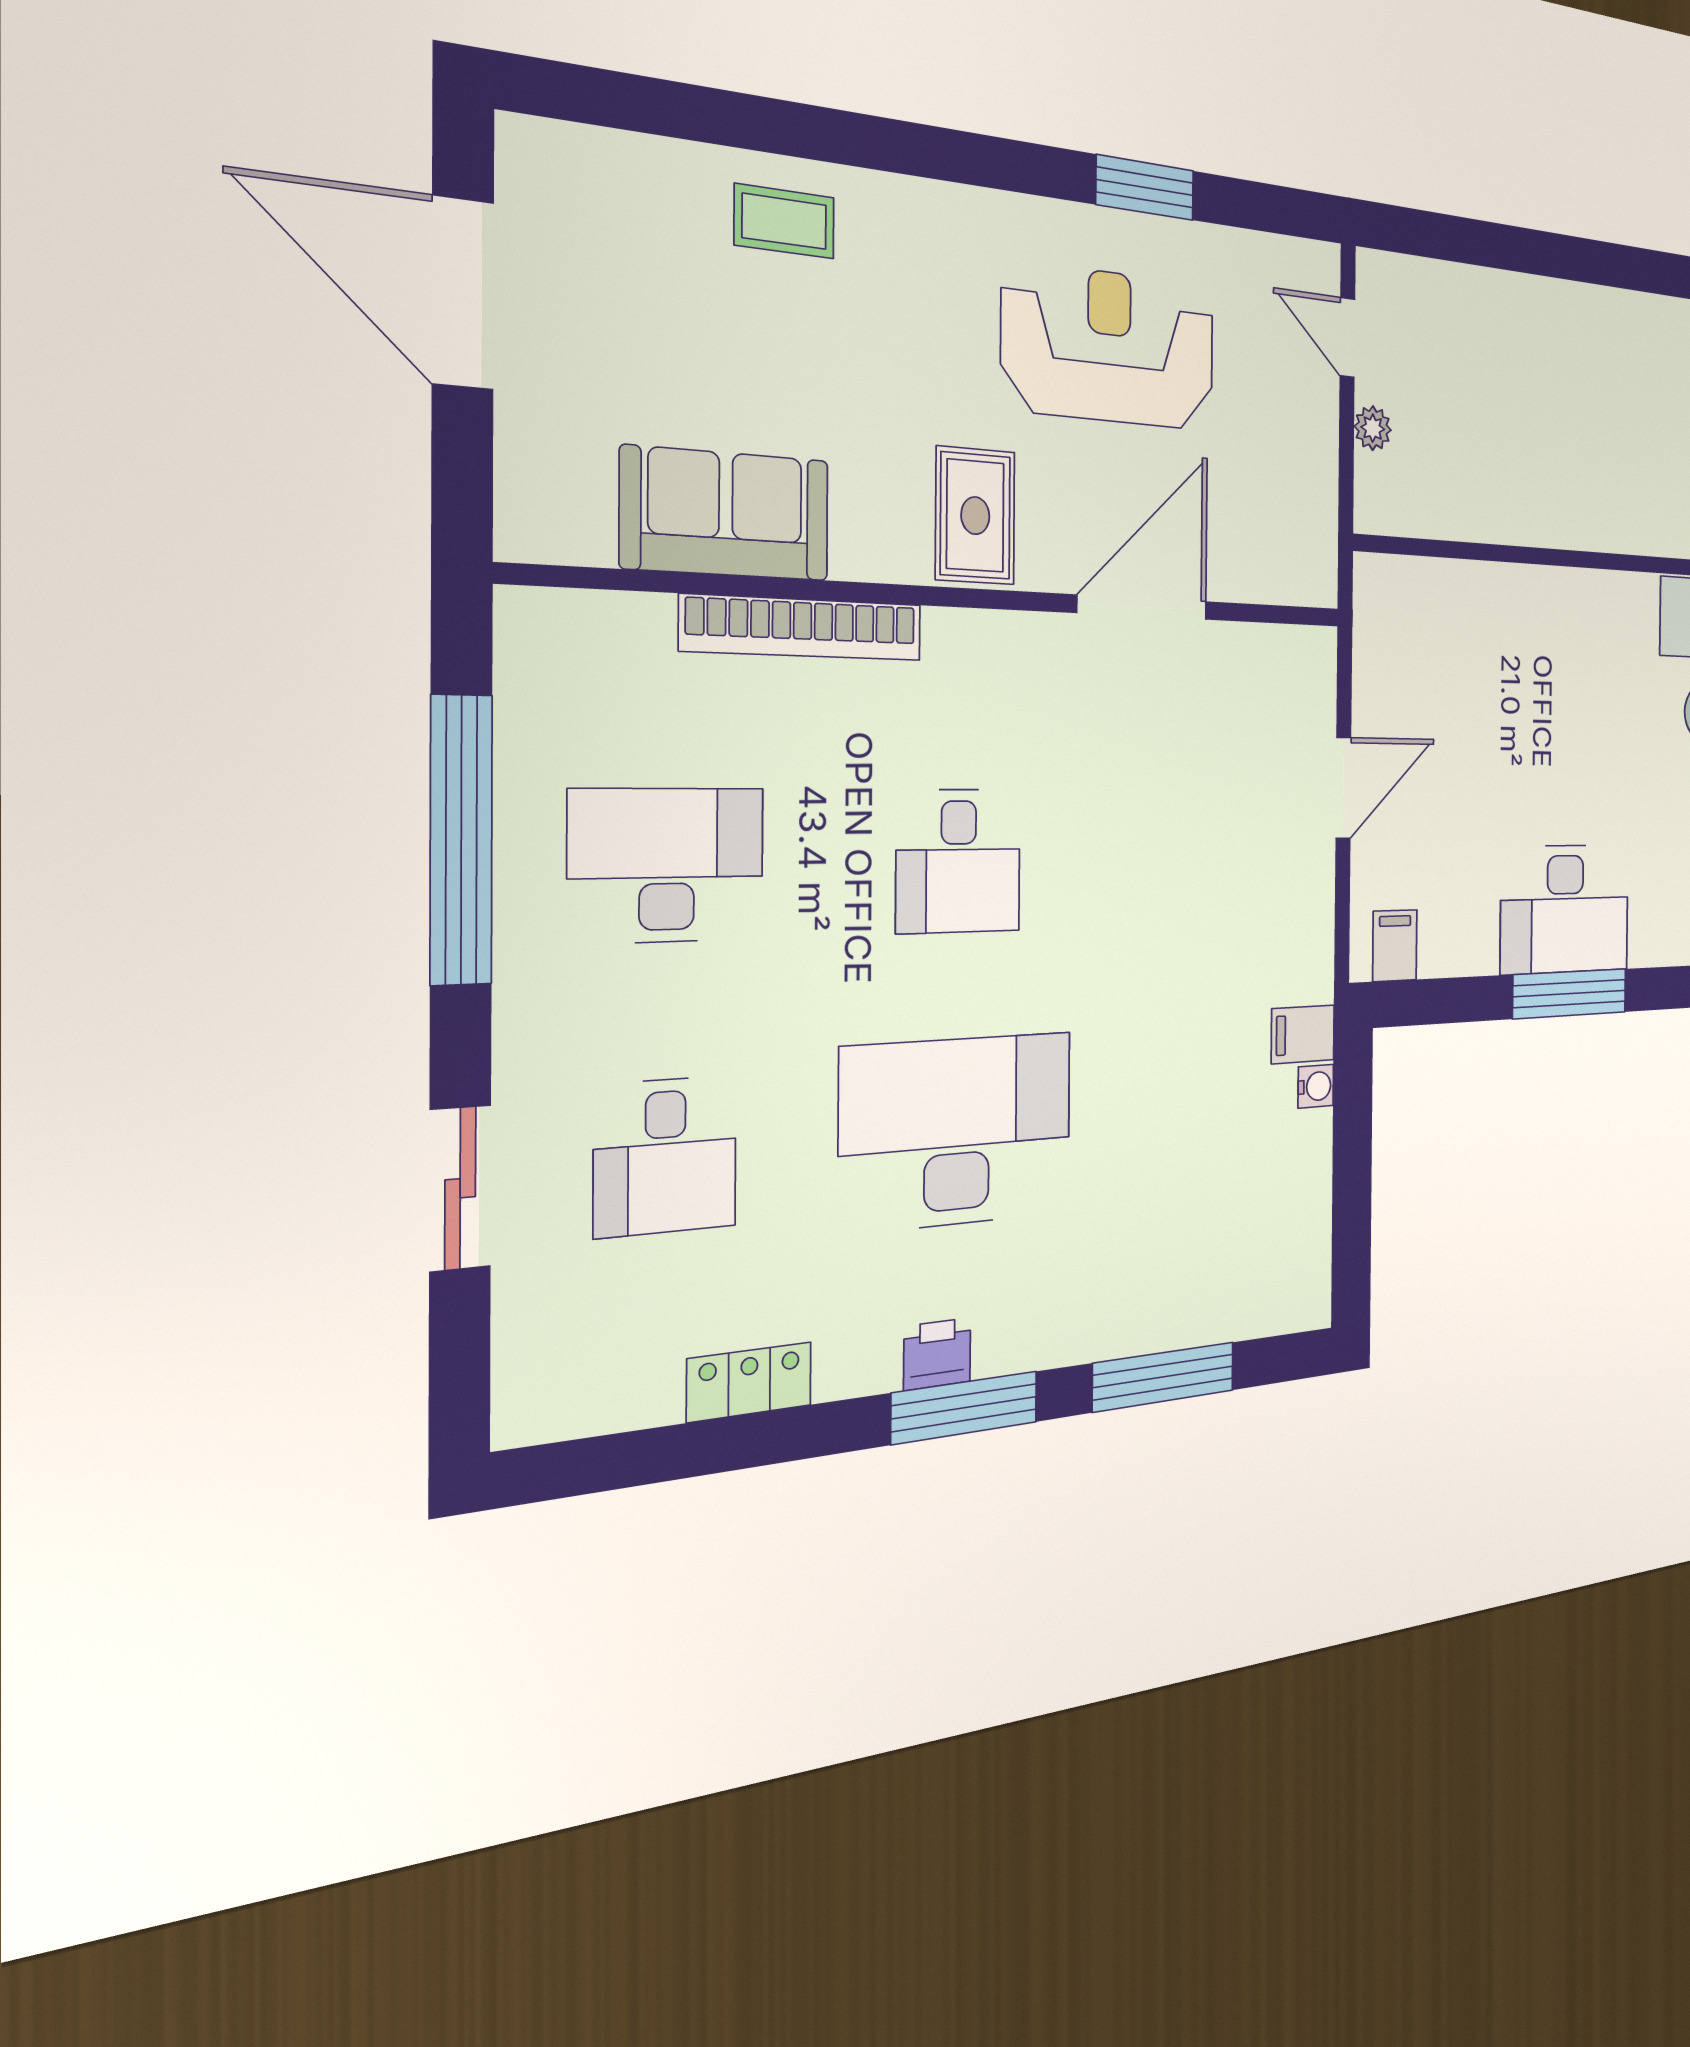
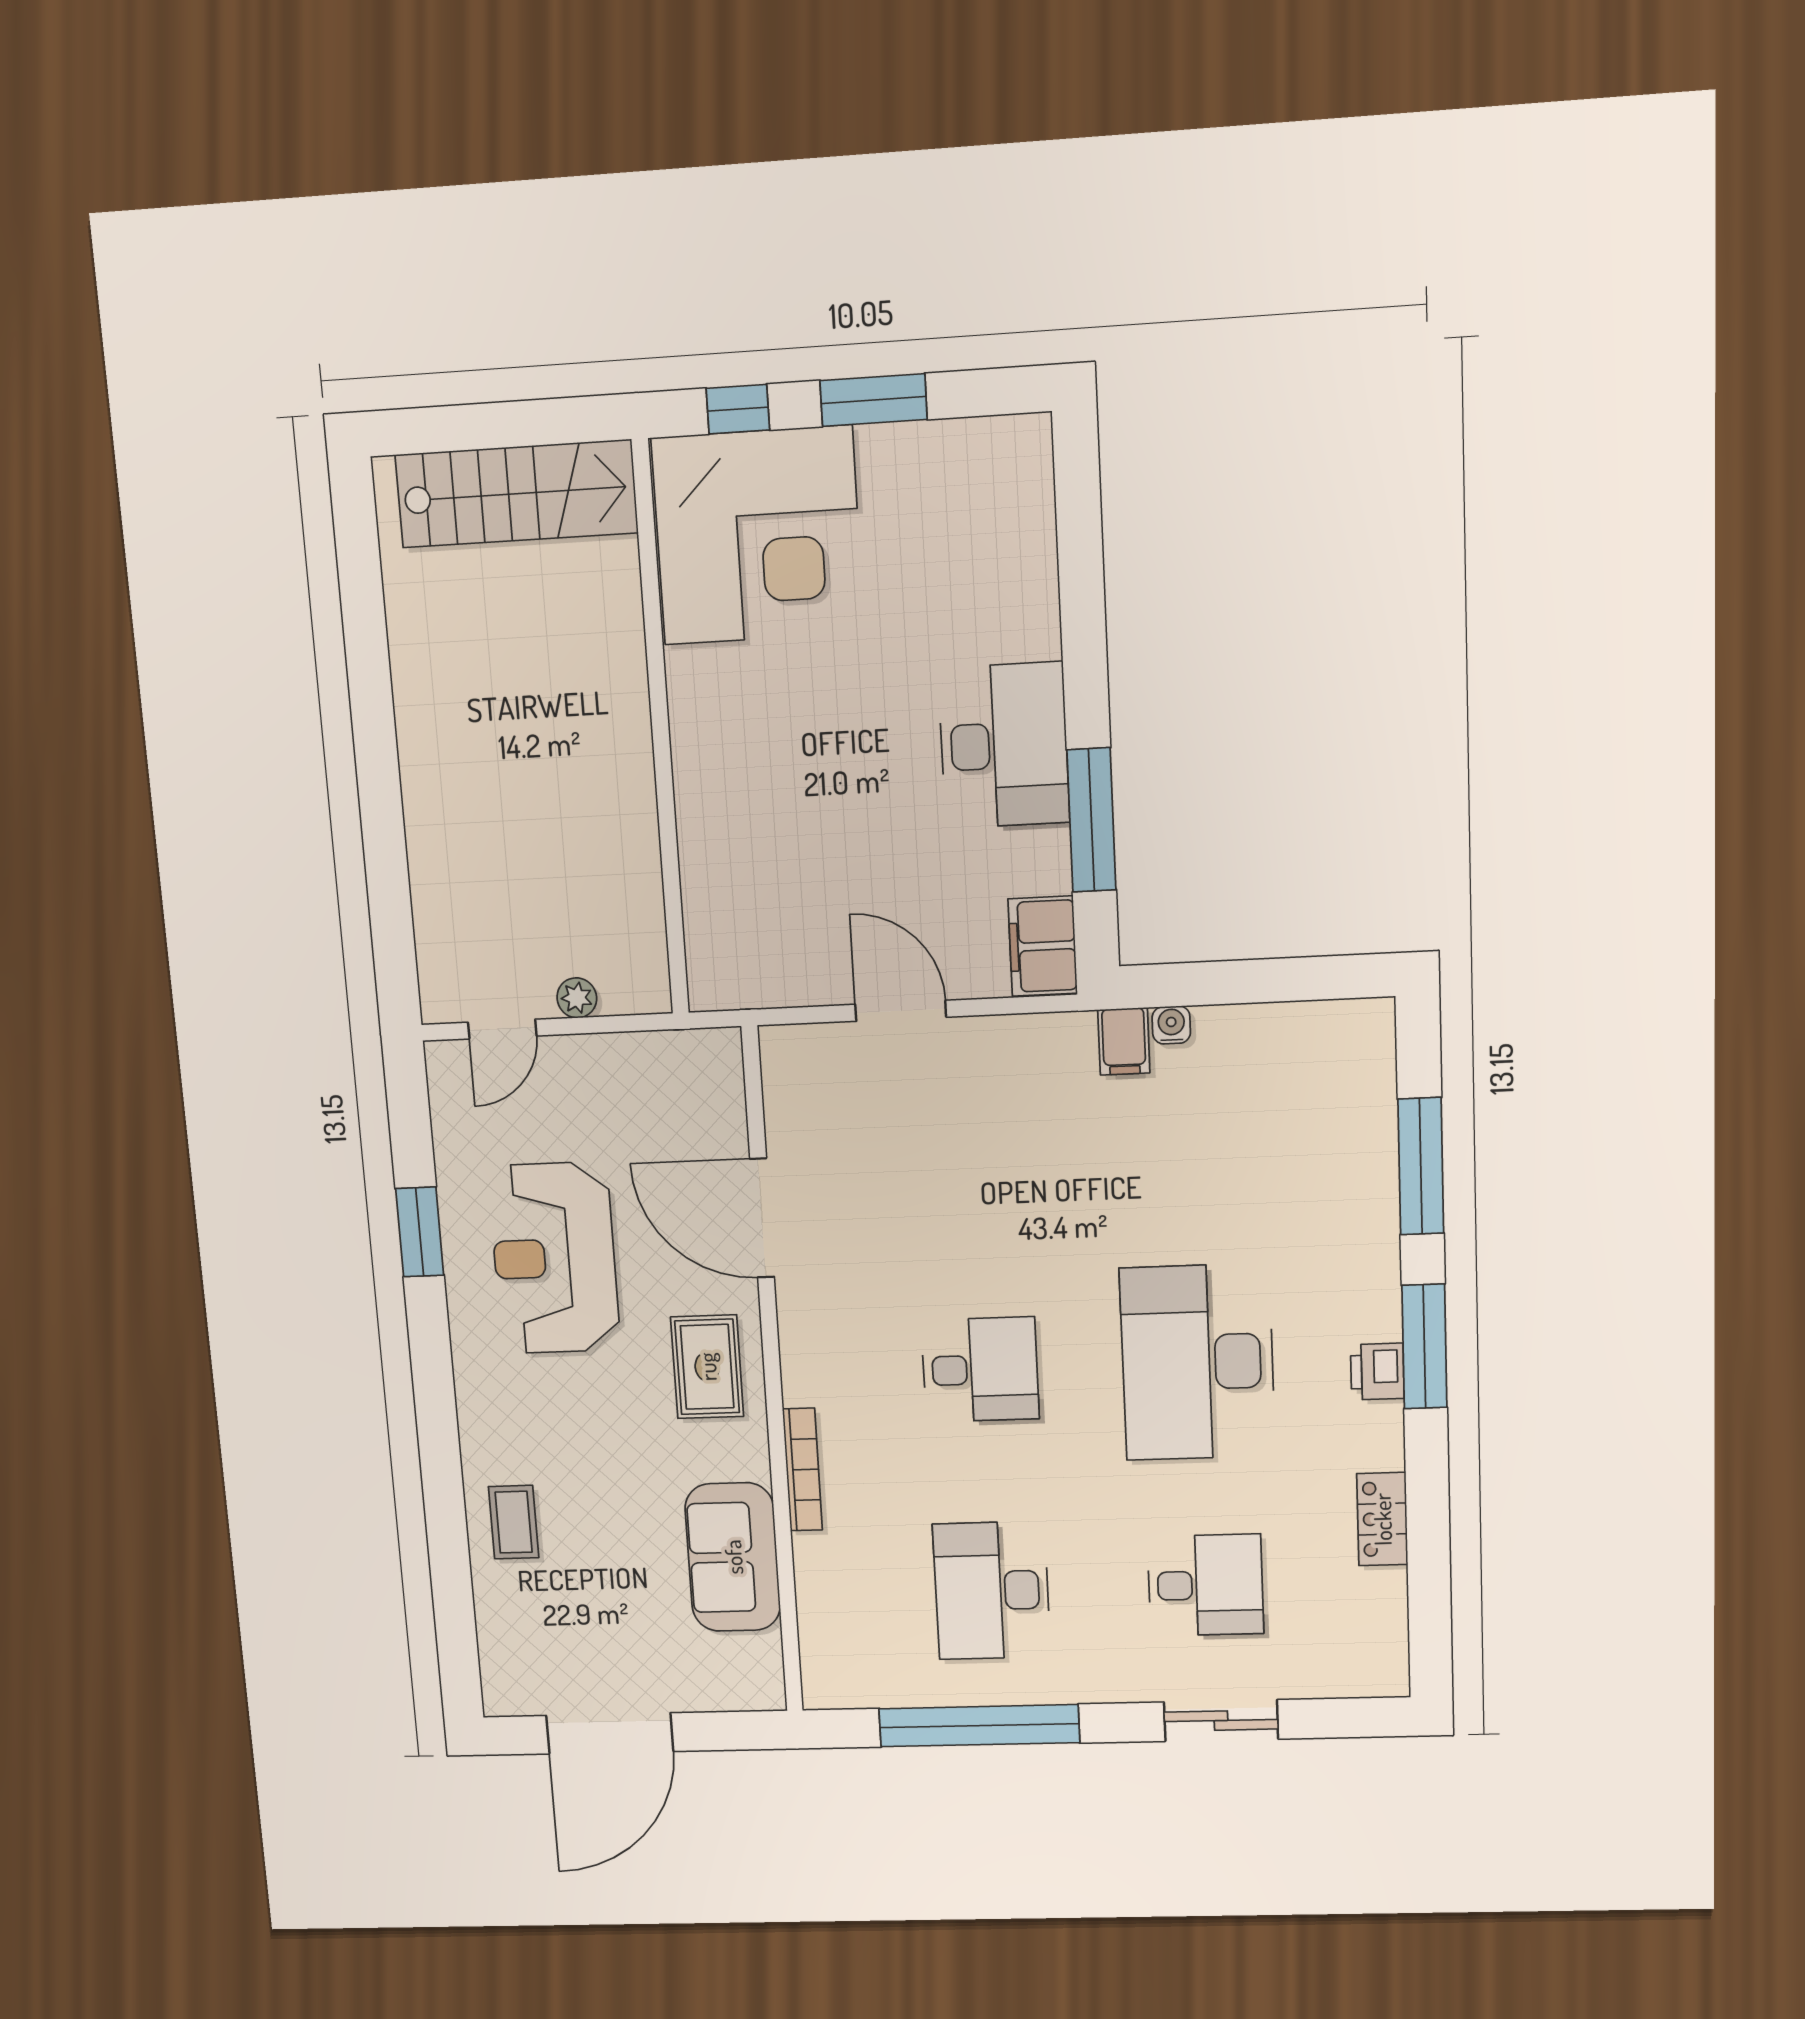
rug: (975, 516) -> (707, 1367), turned 90
bookcase: (803, 628) -> (803, 1470), width x0.68, depth x0.76
filing cabinet: (1395, 946) -> (1043, 946), width x2.00
window: (1570, 994) -> (1091, 820), moved

